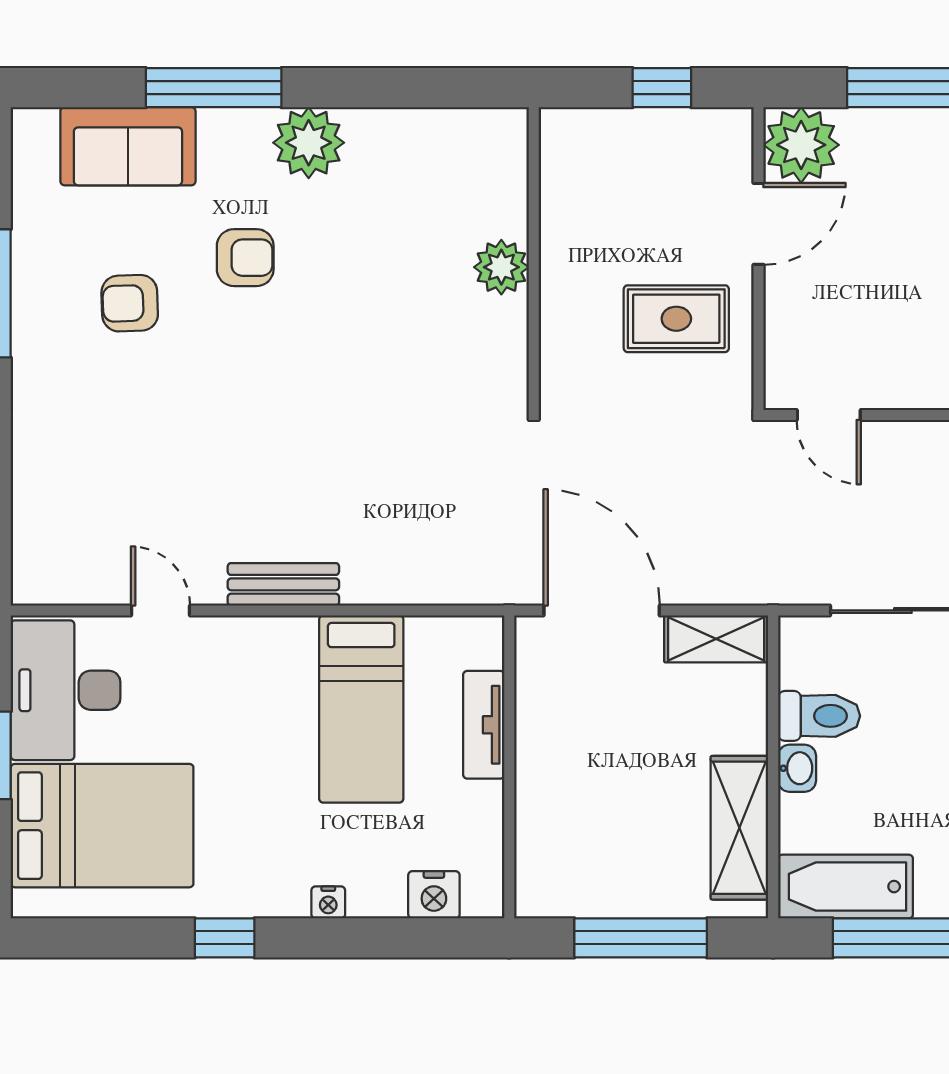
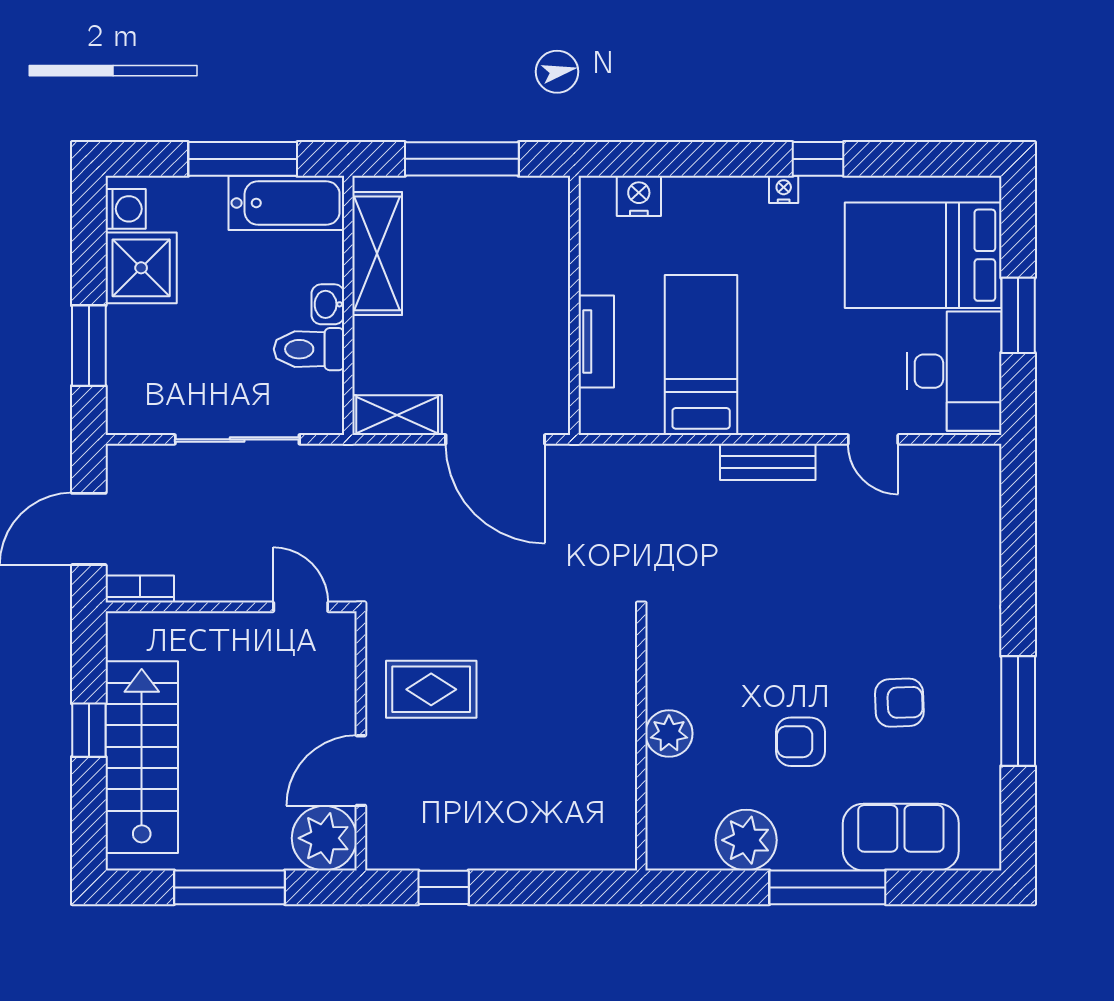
wall: (534, 259) -> (641, 741), moved
plant: (501, 267) -> (669, 733), moved
nightstand: (328, 902) -> (784, 189), moved

